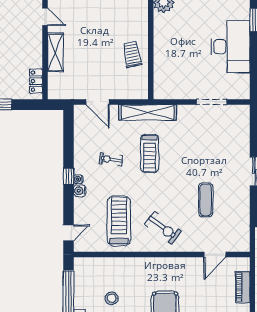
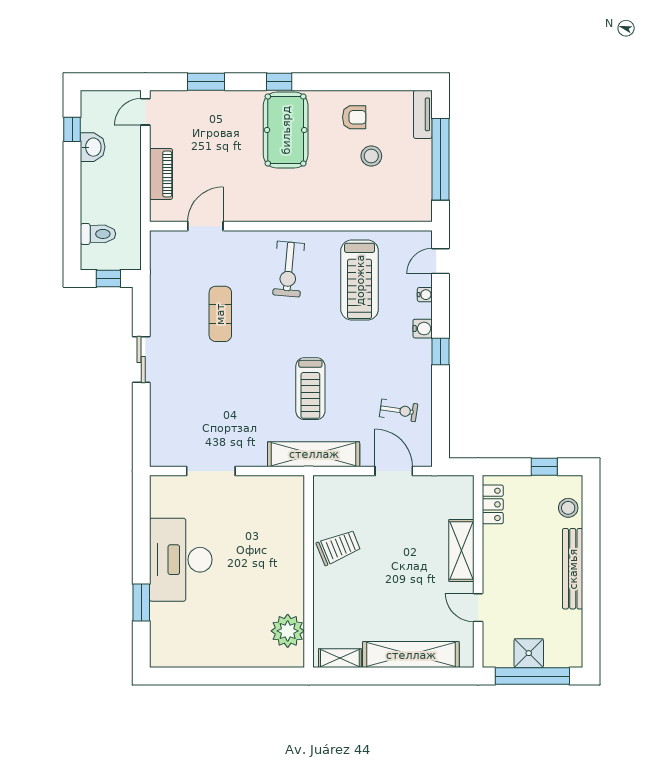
trolley: (132, 54) -> (338, 547), turned -101
treadmill: (150, 153) -> (310, 389), turned 180
exercise bike: (111, 159) -> (399, 410), moved
water cooler: (78, 179) -> (425, 295), moved
exercise bike: (163, 228) -> (289, 269), turned -122

